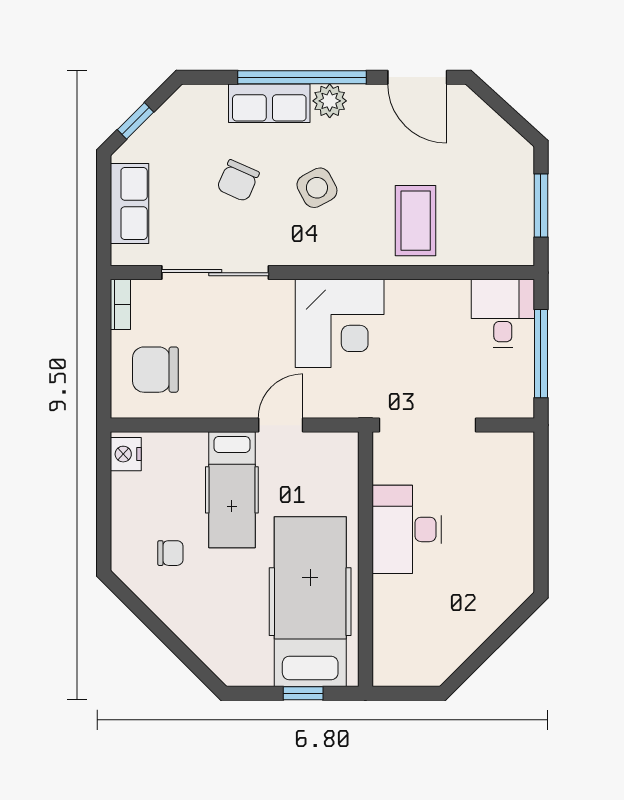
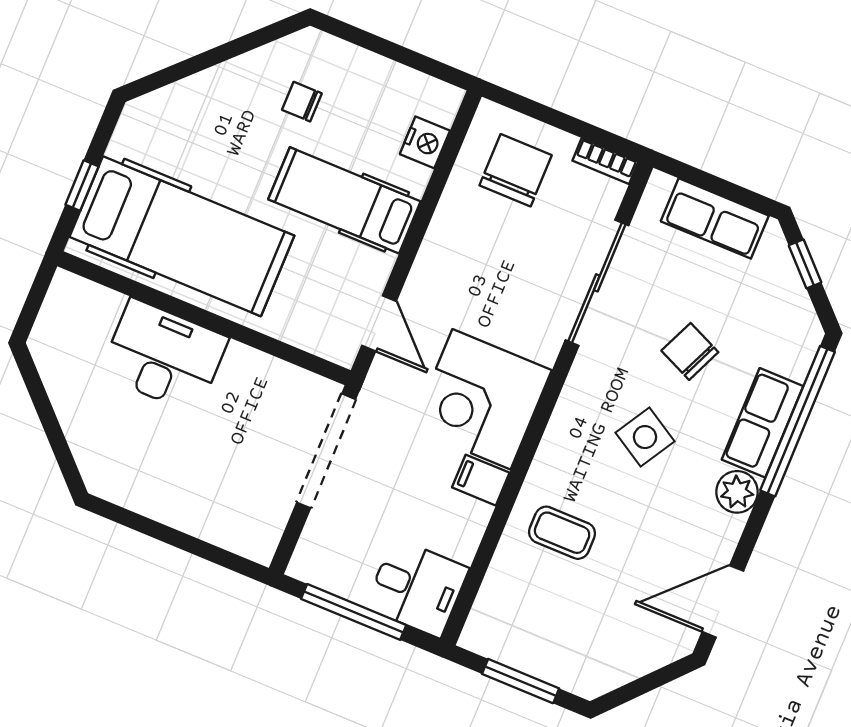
window: (302, 77) -> (798, 421), moved
side table: (317, 188) -> (645, 437), turned -31
coffee table: (416, 221) -> (562, 533), width x0.73, depth x0.77
filing cabinet: (401, 299) -> (481, 480), added
door: (281, 425) -> (379, 323), moved
nightstand: (126, 454) -> (425, 142), moved, turned 90
desk: (407, 529) -> (164, 356), moved
chair: (170, 553) -> (302, 102), turned 90

